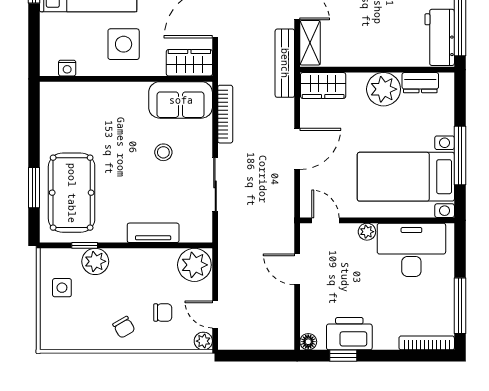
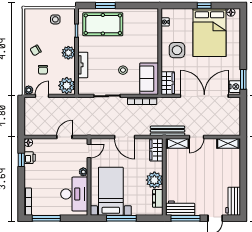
plant: (95, 261) -> (68, 53), moved
printer: (349, 334) -> (30, 158), width x0.53, depth x0.68

